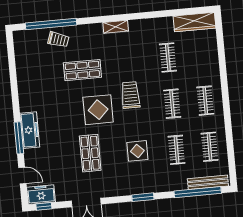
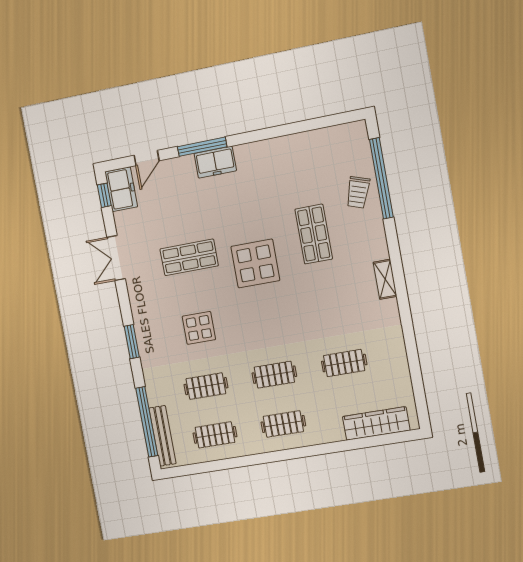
wardrobe: (195, 22) -> (376, 423), moved, turned 90
trolley: (130, 95) -> (282, 311), removed
freezer: (30, 130) -> (215, 162), width x0.71

